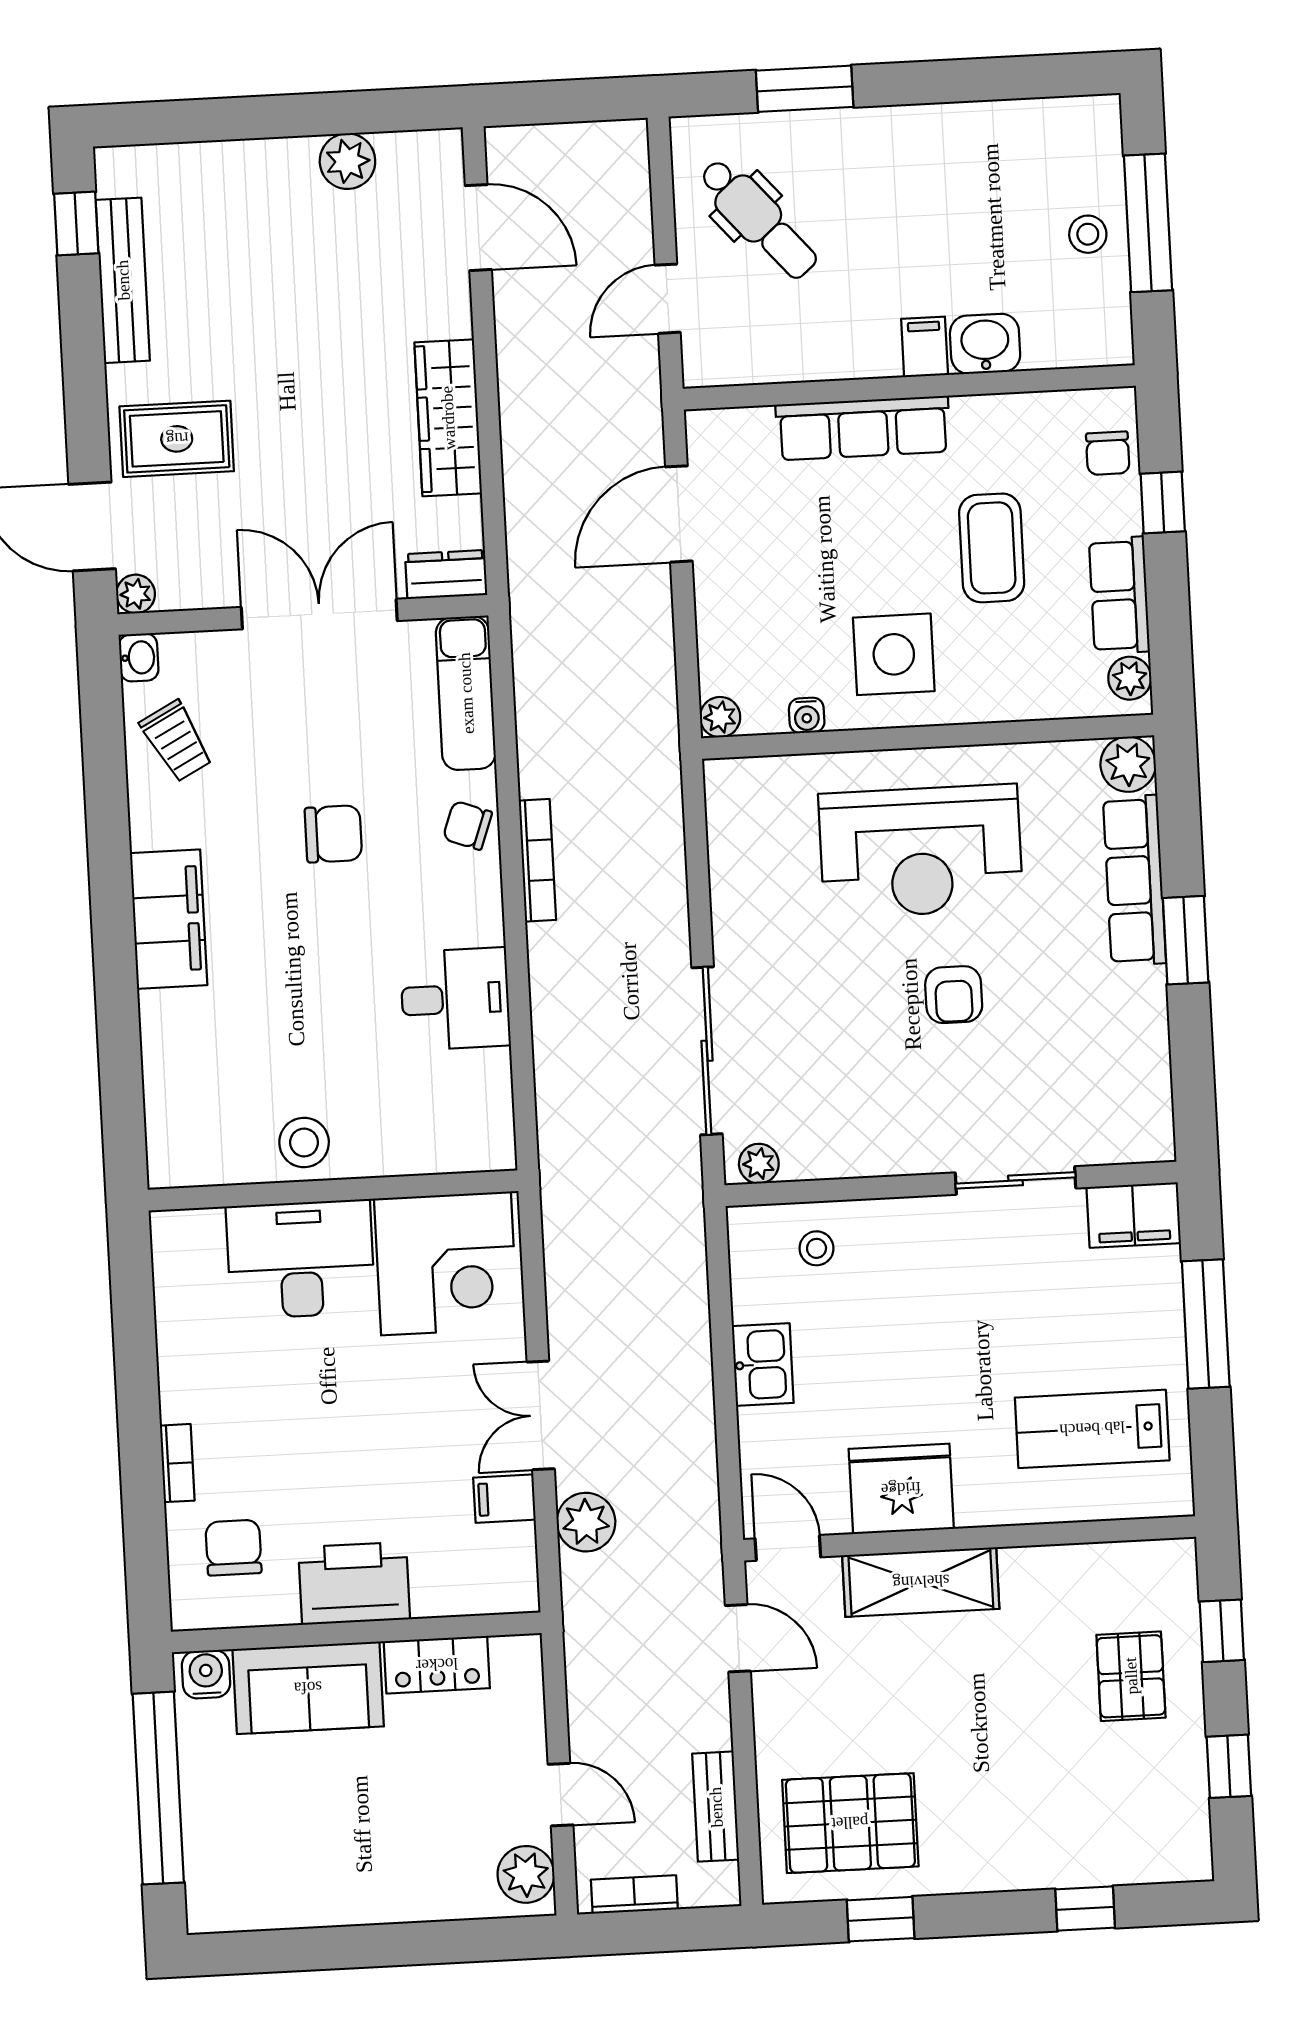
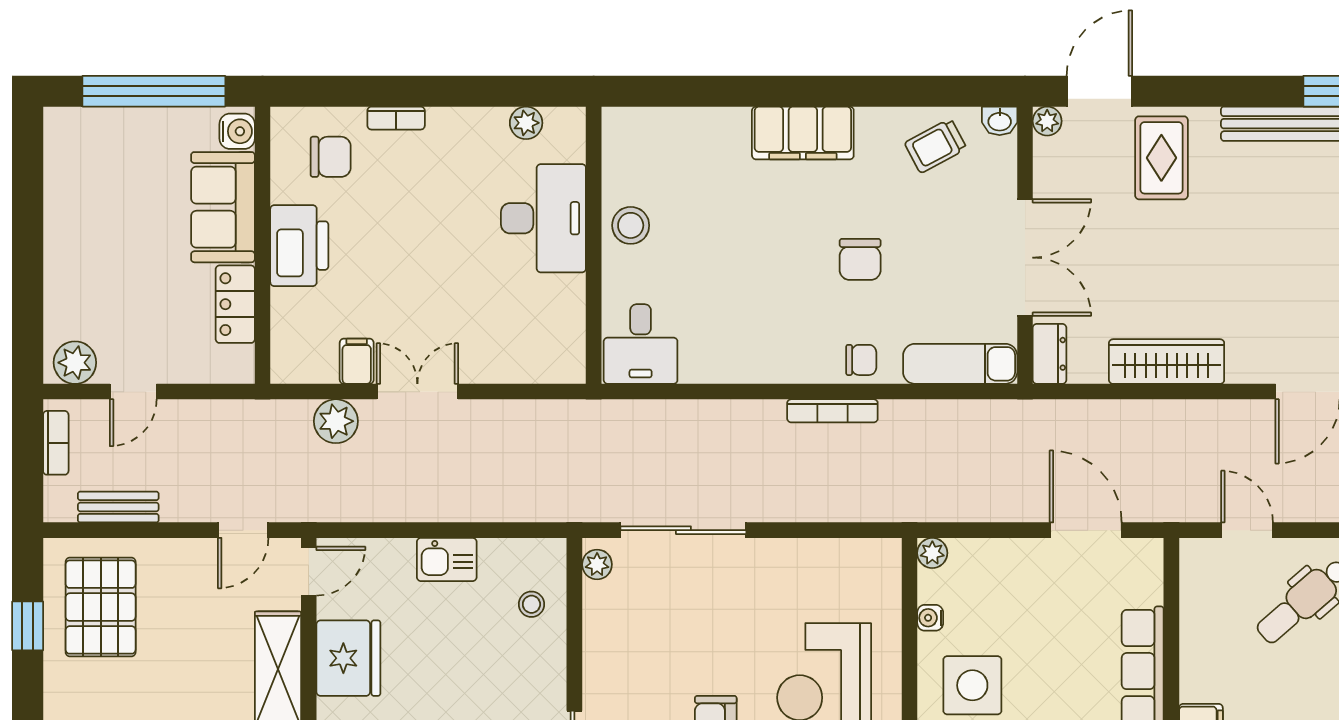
chair: (467, 825) -> (861, 360), turned 70
desk: (455, 999) -> (641, 344), moved
corner desk: (446, 1263) -> (535, 327), removed
plant: (174, 1289) -> (526, 123), added

